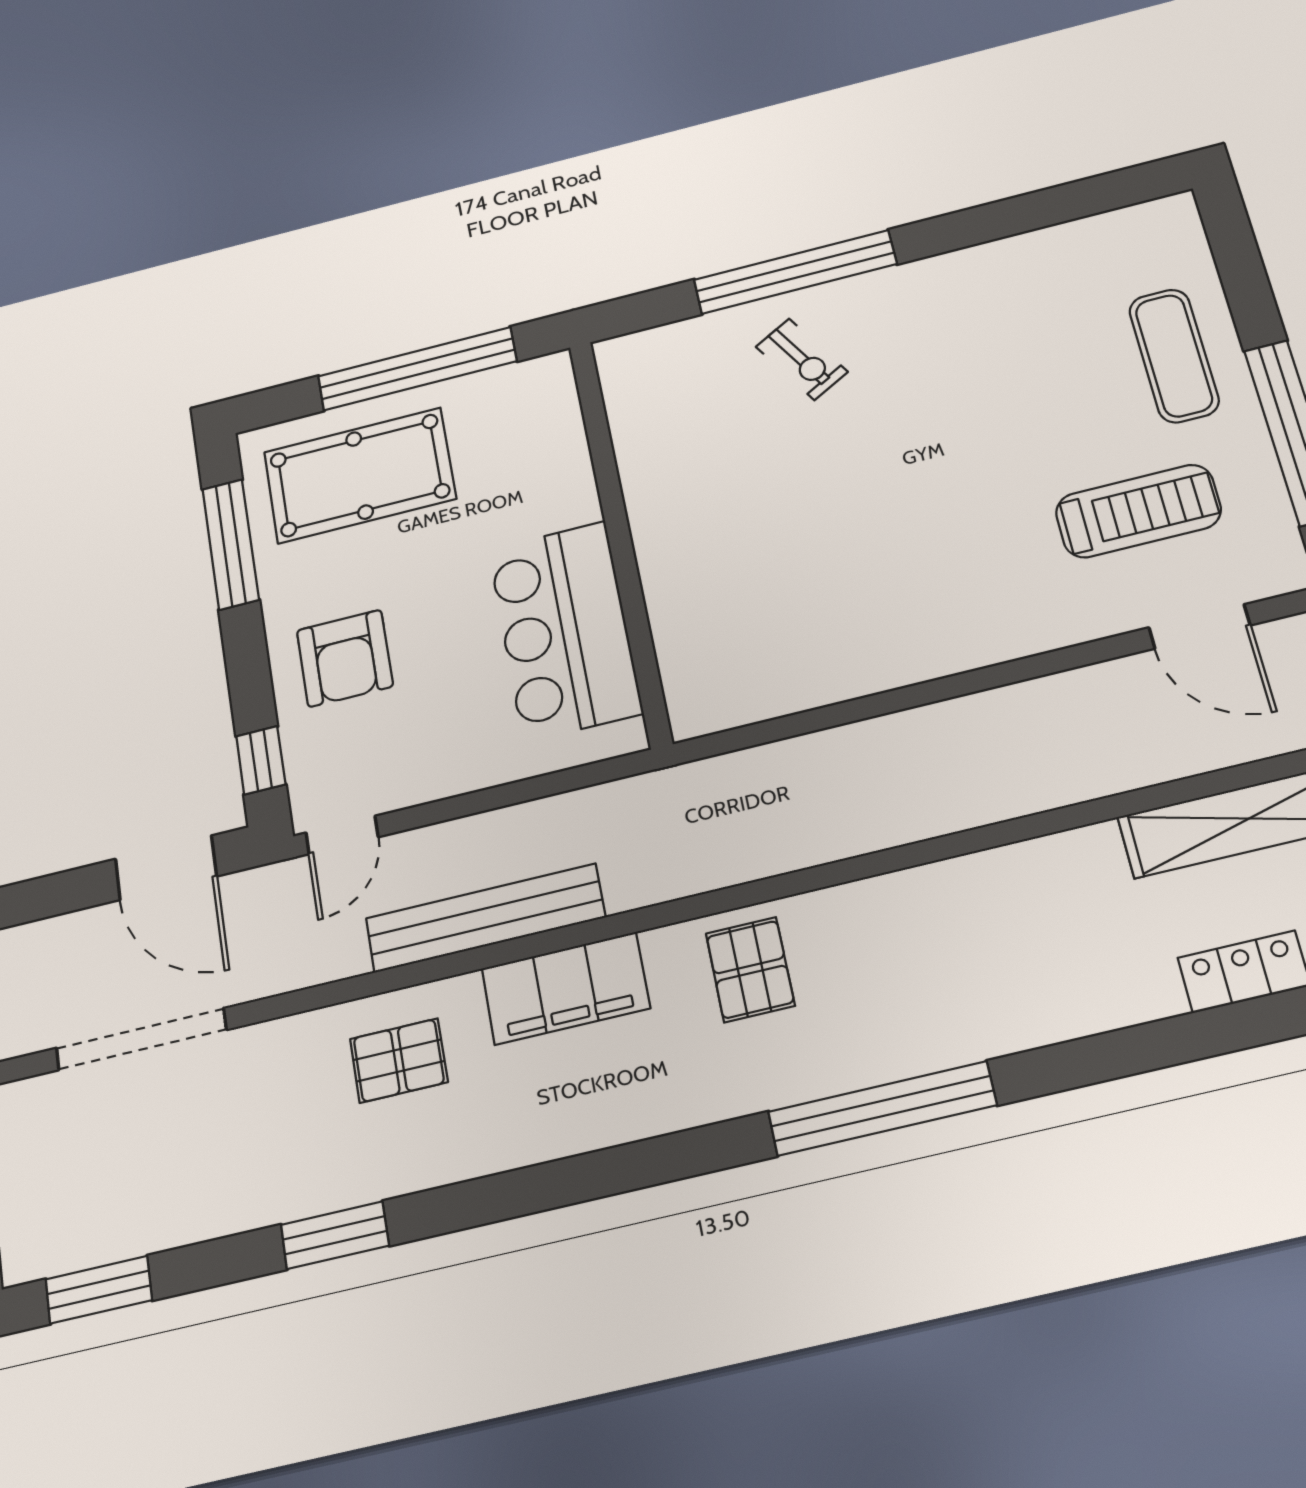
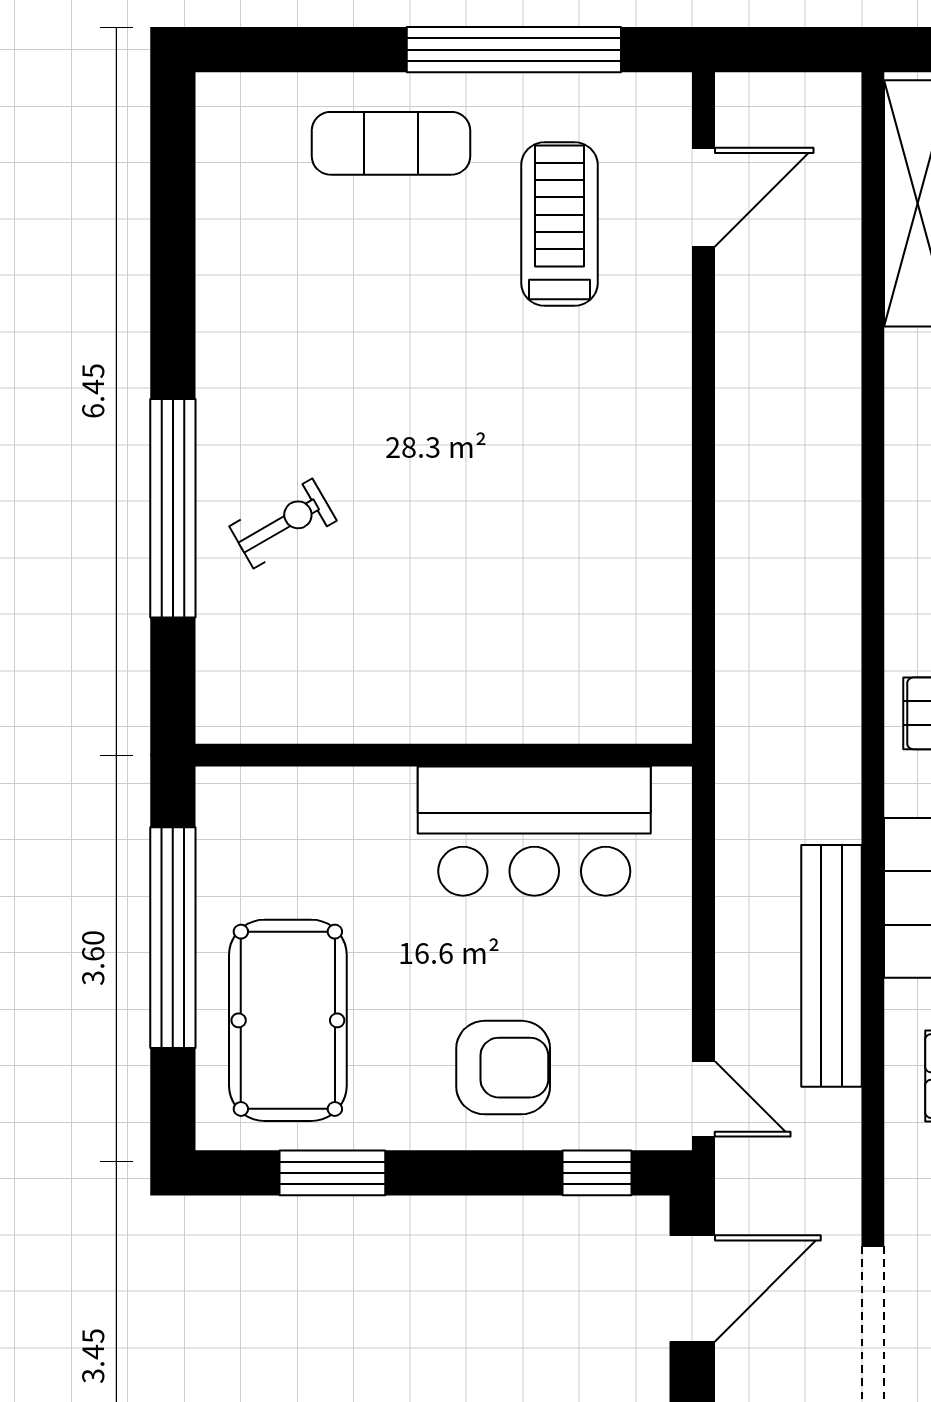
window: (231, 544) -> (332, 1173), width x0.69

